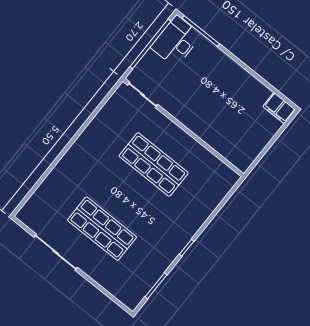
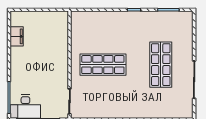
filing cabinet: (279, 108) -> (17, 36), moved
shop shelf: (154, 164) -> (103, 65), turned 90

